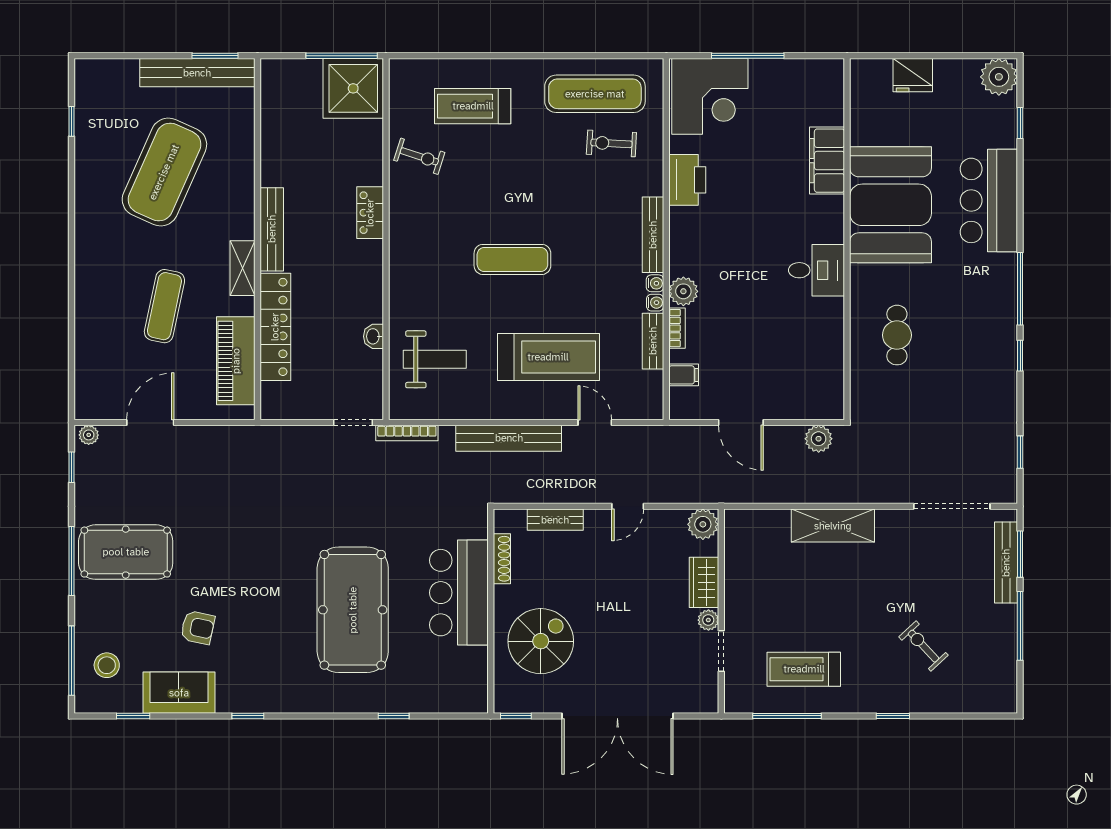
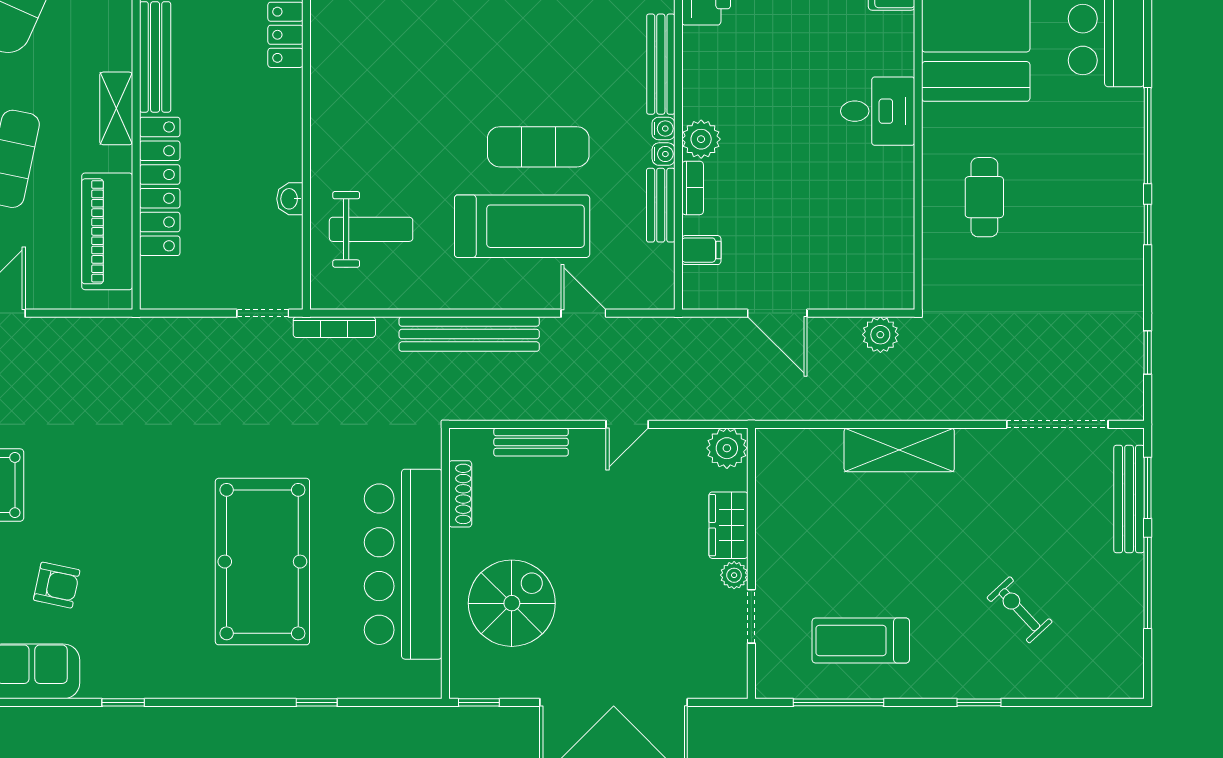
exercise mat: (512, 259) -> (538, 147), moved
bar counter: (459, 593) -> (403, 564), width x1.36

